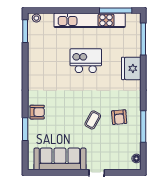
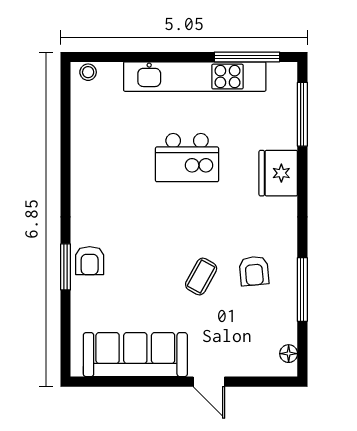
window: (25, 31) -> (66, 98), removed
kitchen island: (86, 61) -> (187, 158), turned 180
armchair: (37, 112) -> (90, 261), turned 90
window: (25, 129) -> (66, 267), moved

